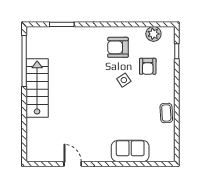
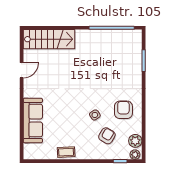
plant: (169, 34) -> (135, 155), added
armchair: (148, 66) -> (107, 136), turned 121
stairs: (37, 88) -> (49, 39), moved
sofa: (130, 151) -> (33, 120), width x1.36

